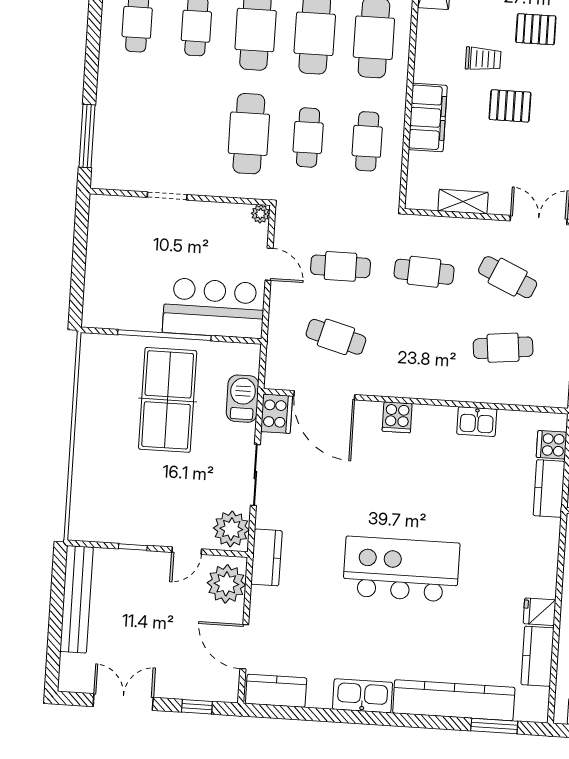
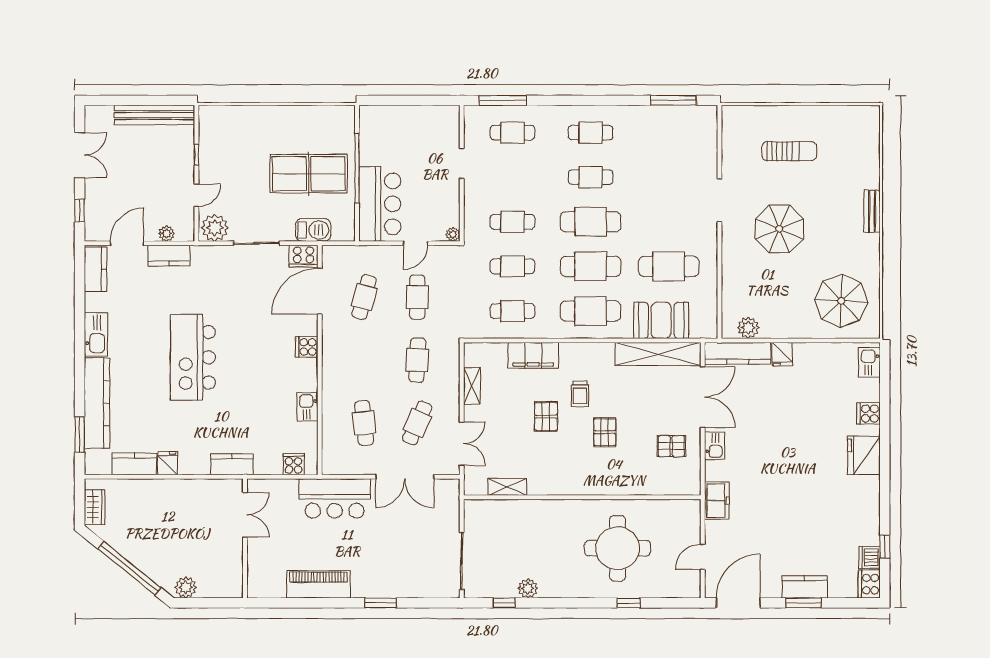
cafe table: (131, 126) -> (512, 133), added
cafe table: (249, 134) -> (512, 222), width x0.73, depth x0.74
kitchen counter: (549, 488) -> (232, 464), moved
door: (187, 551) -> (196, 195), swing flipped
kitchen counter: (266, 557) -> (169, 256), moved
kitchen island: (401, 569) -> (193, 357), turned 180
plant: (226, 584) -> (166, 234), width x0.53, depth x0.53

